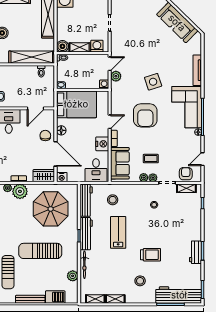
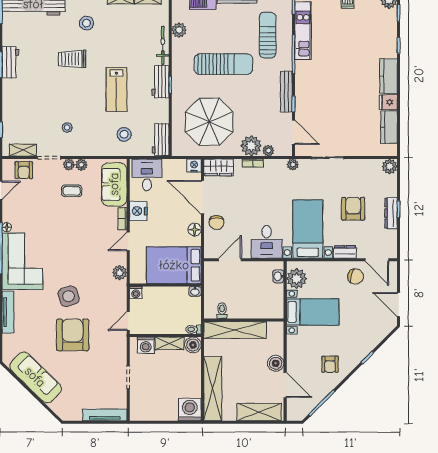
plant: (116, 76) -> (120, 273), moved
armchair: (145, 115) -> (73, 335), moved
workbench: (86, 200) -> (161, 140), width x0.73
workbench: (86, 234) -> (160, 82), width x0.73

